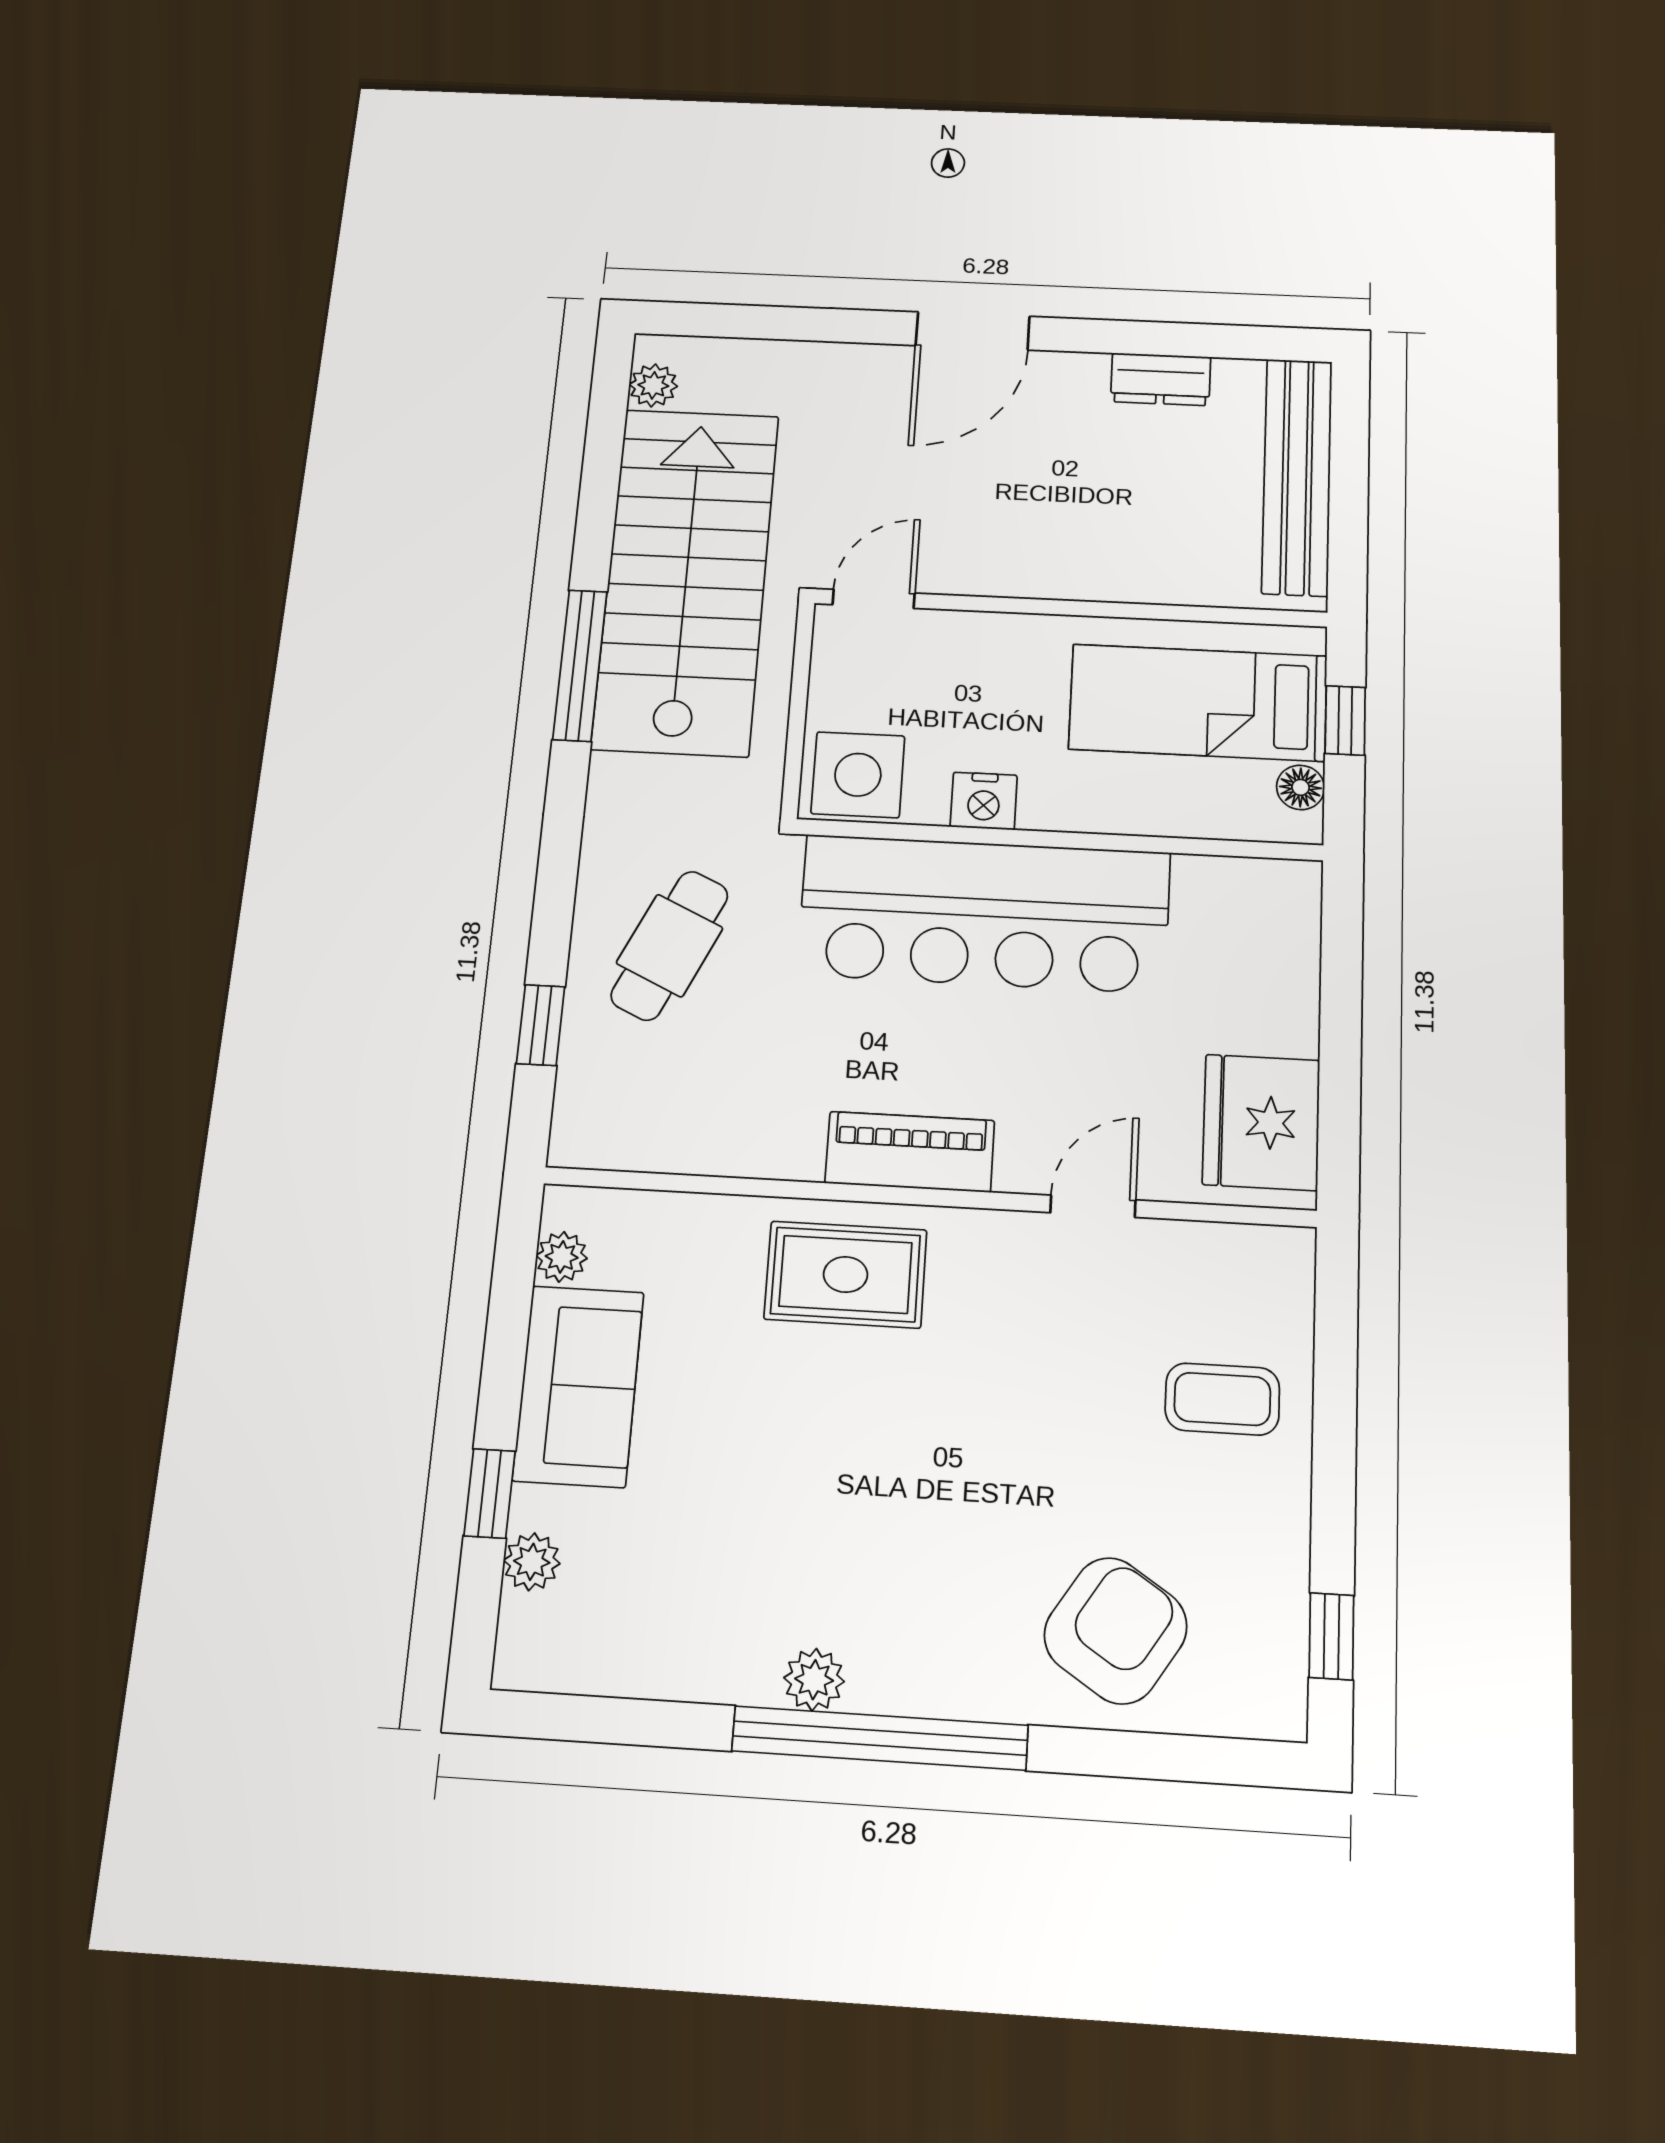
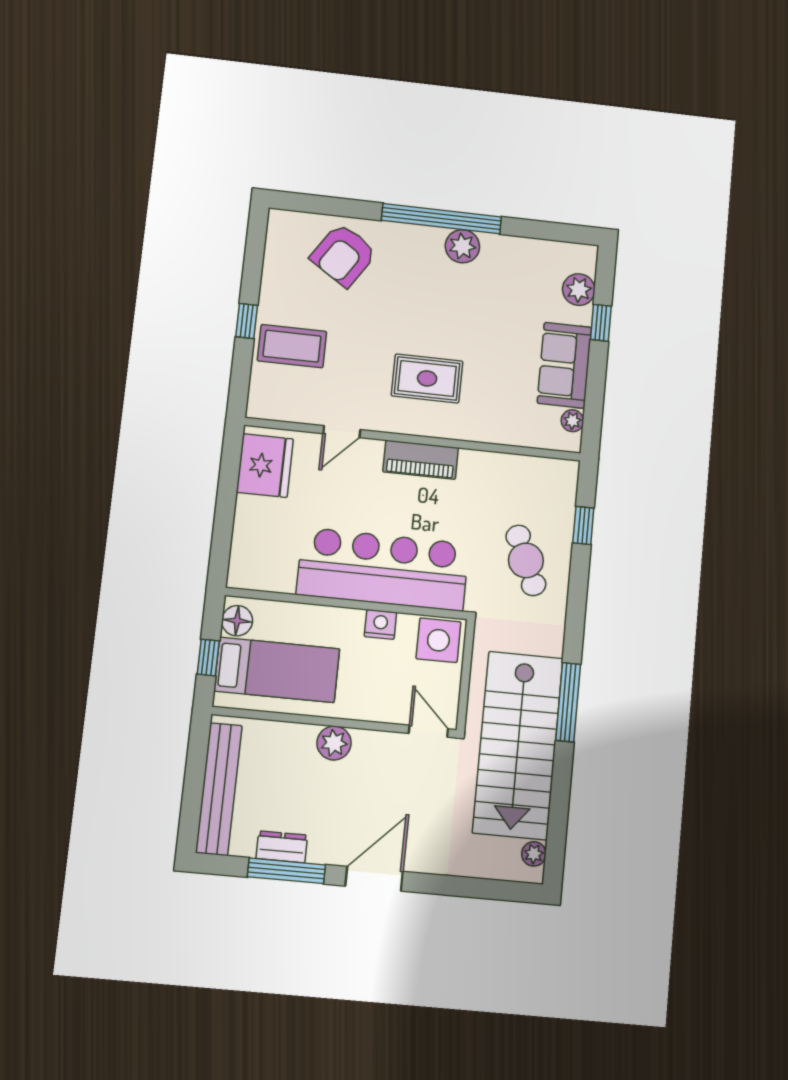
window: (1148, 338) -> (286, 871), added
plant: (1068, 569) -> (334, 743), added
door: (874, 599) -> (428, 731), swing flipped
floor lamp: (1301, 787) -> (237, 621), width x1.37, depth x1.37
cafe table: (670, 945) -> (526, 560), turned -48
rug: (846, 1275) -> (427, 378), moved
coffee table: (1222, 1399) -> (292, 346), width x1.36, depth x1.30
plant: (532, 1562) -> (579, 290), width x1.38, depth x1.38
window: (1331, 1636) -> (247, 321), moved
plant: (814, 1680) -> (462, 246), width x1.38, depth x1.38

